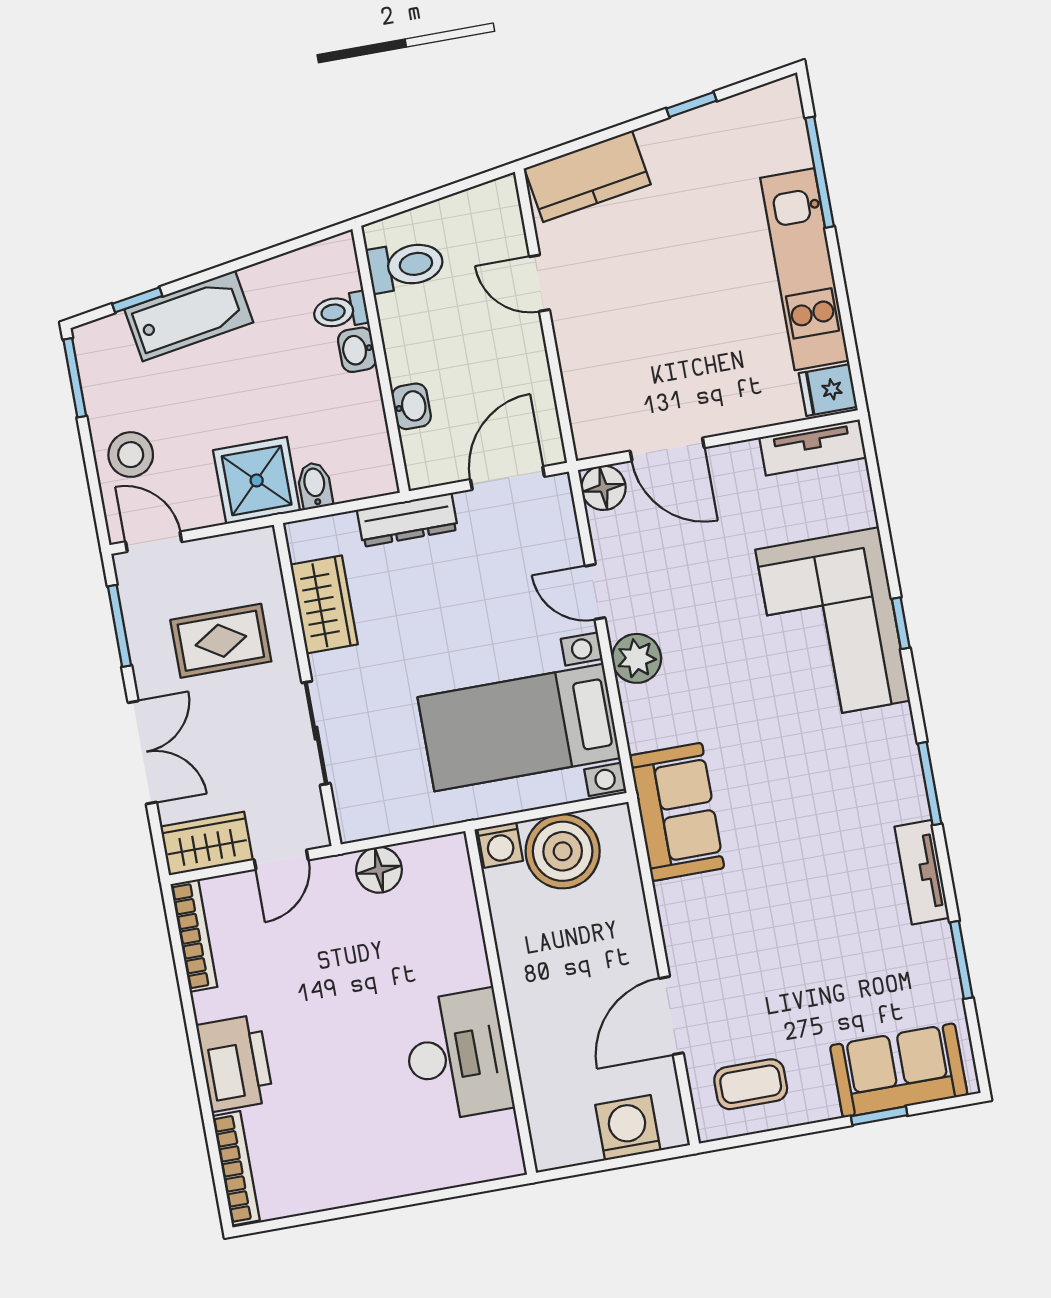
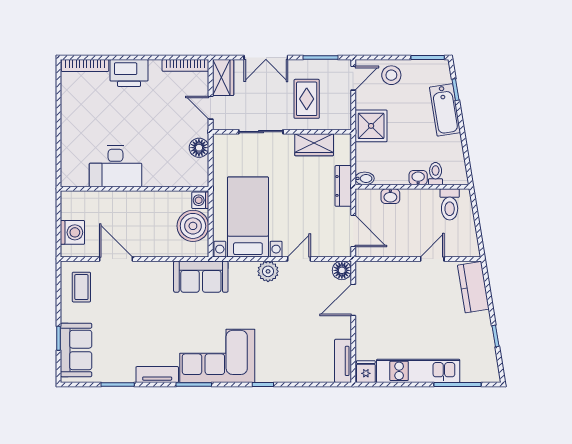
bidet: (315, 485) -> (365, 178), moved
corner sofa: (833, 625) -> (217, 356), moved

